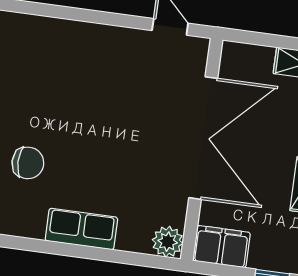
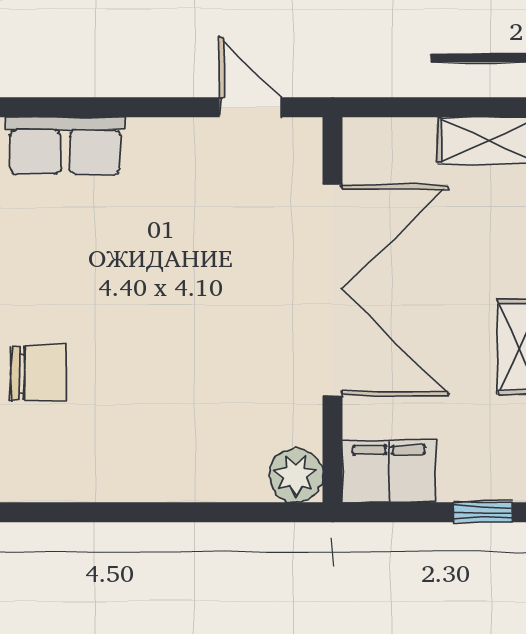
row of seats: (81, 229) -> (65, 146), moved, turned 180

